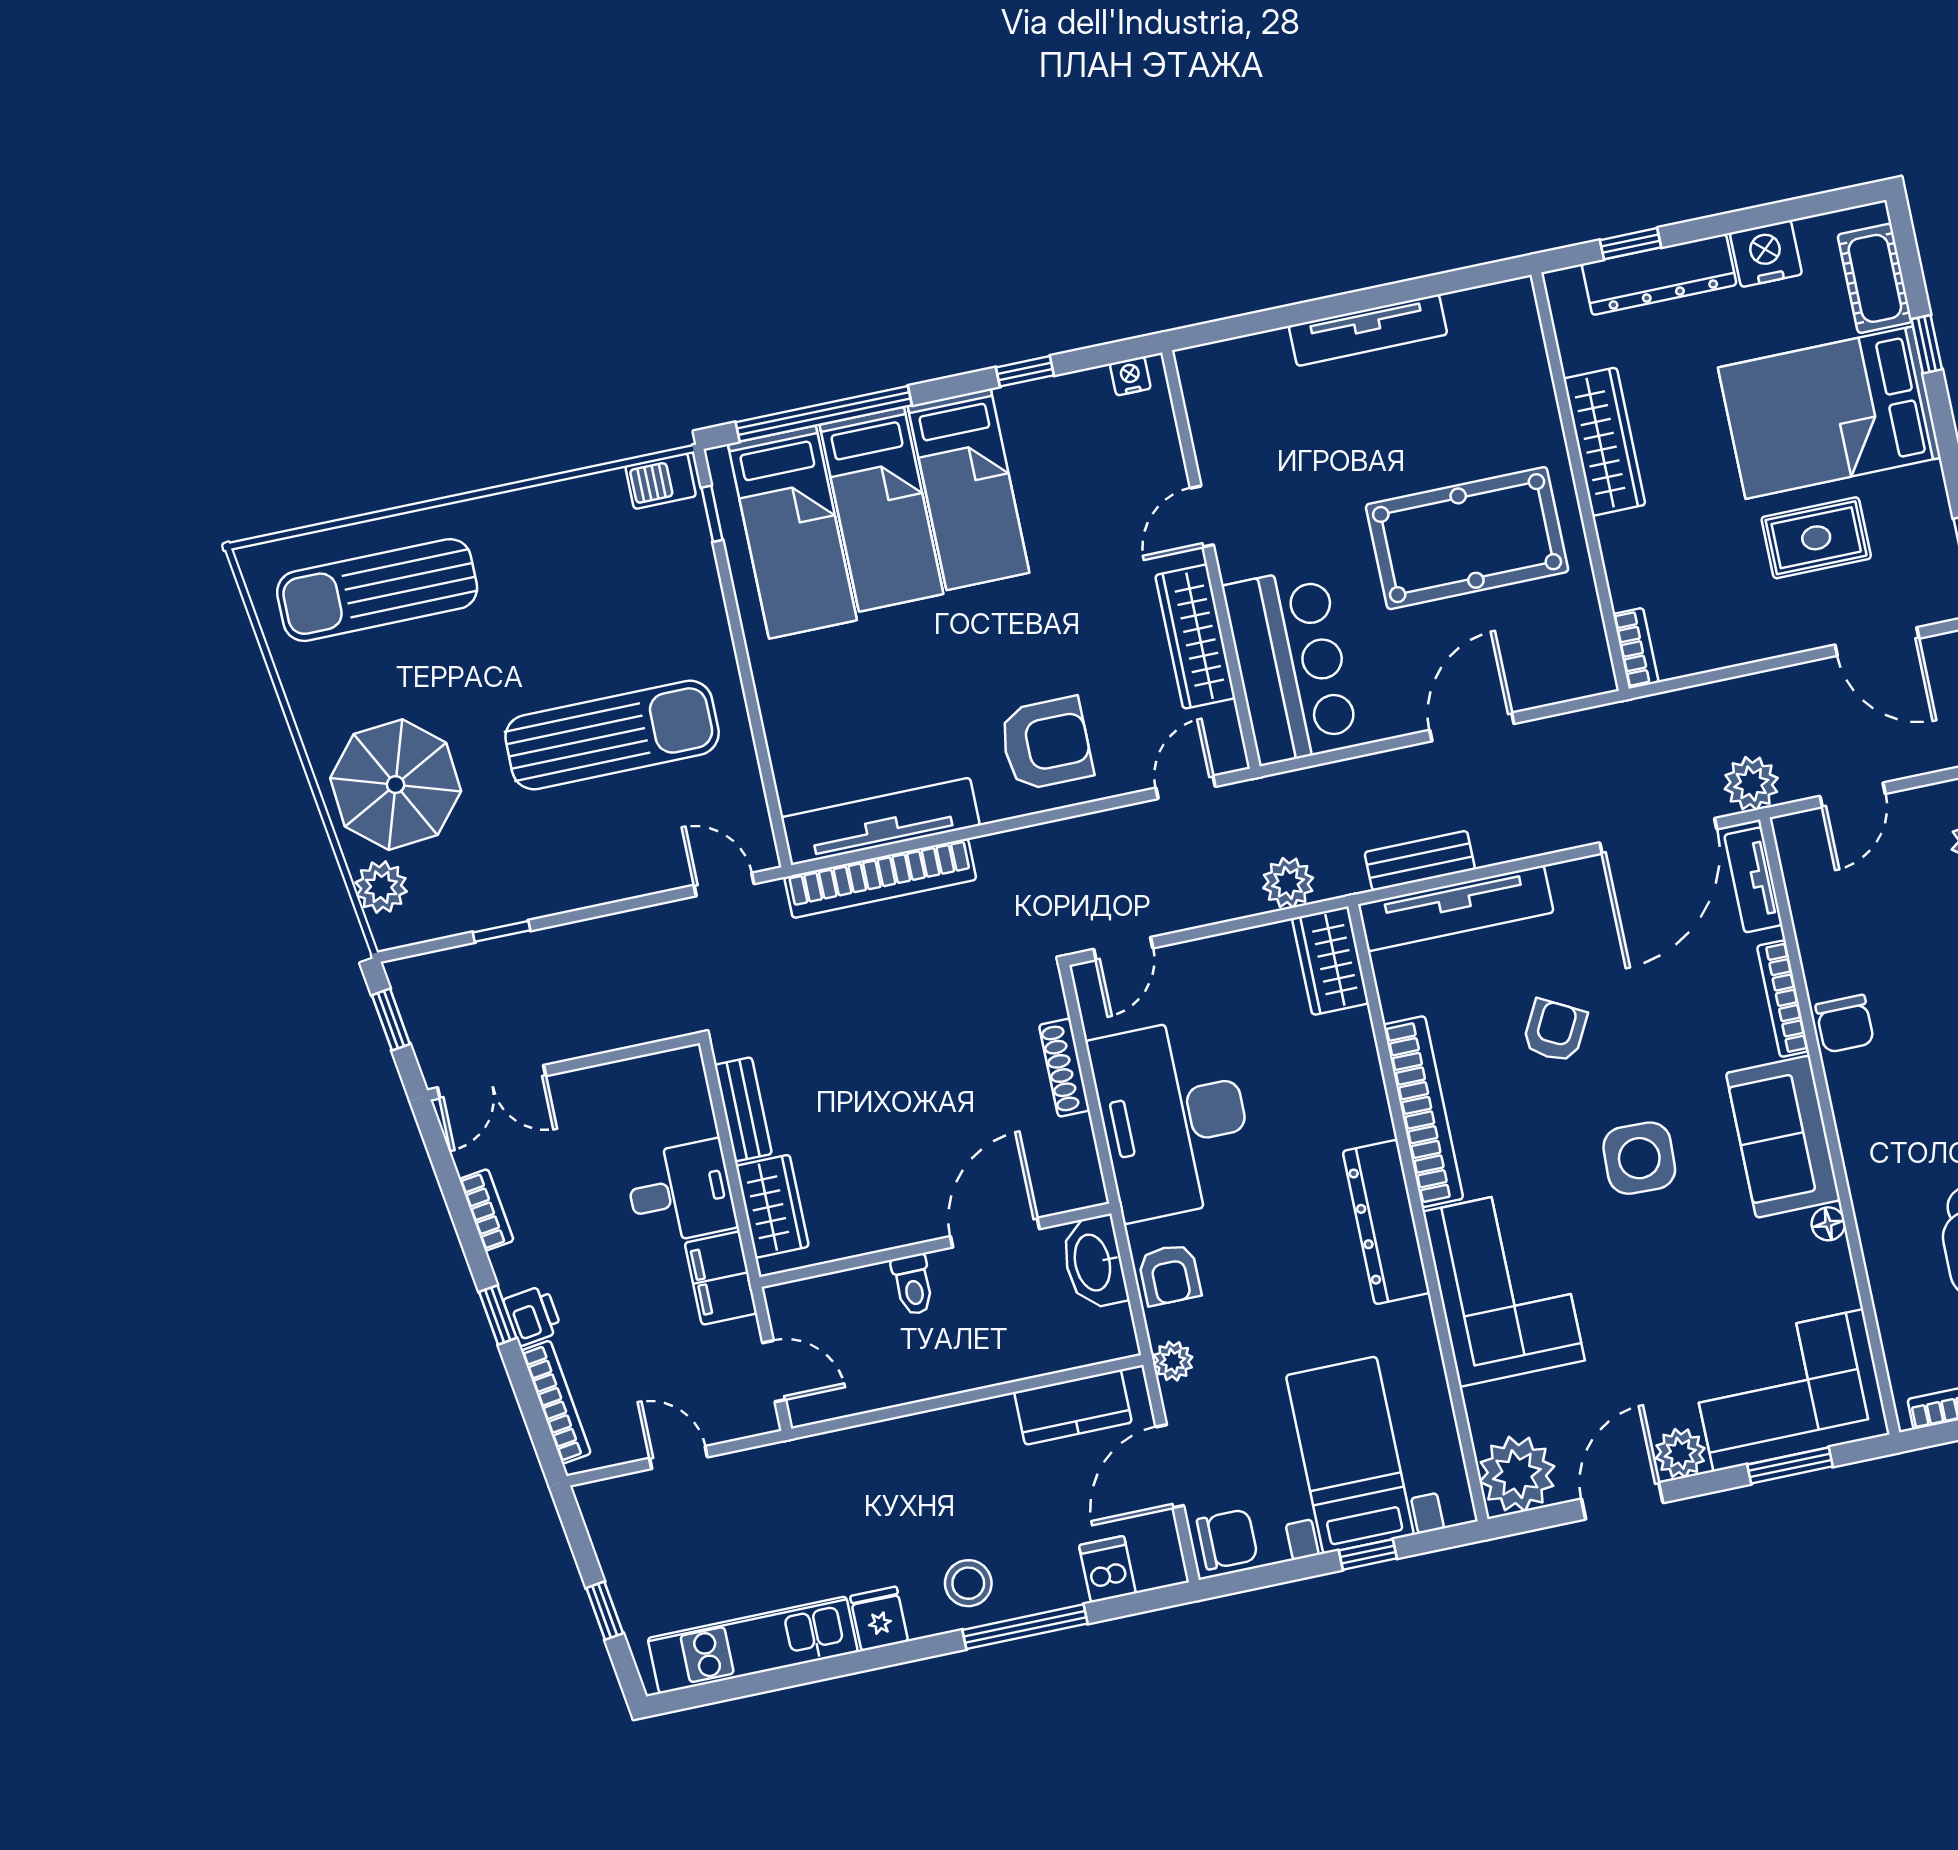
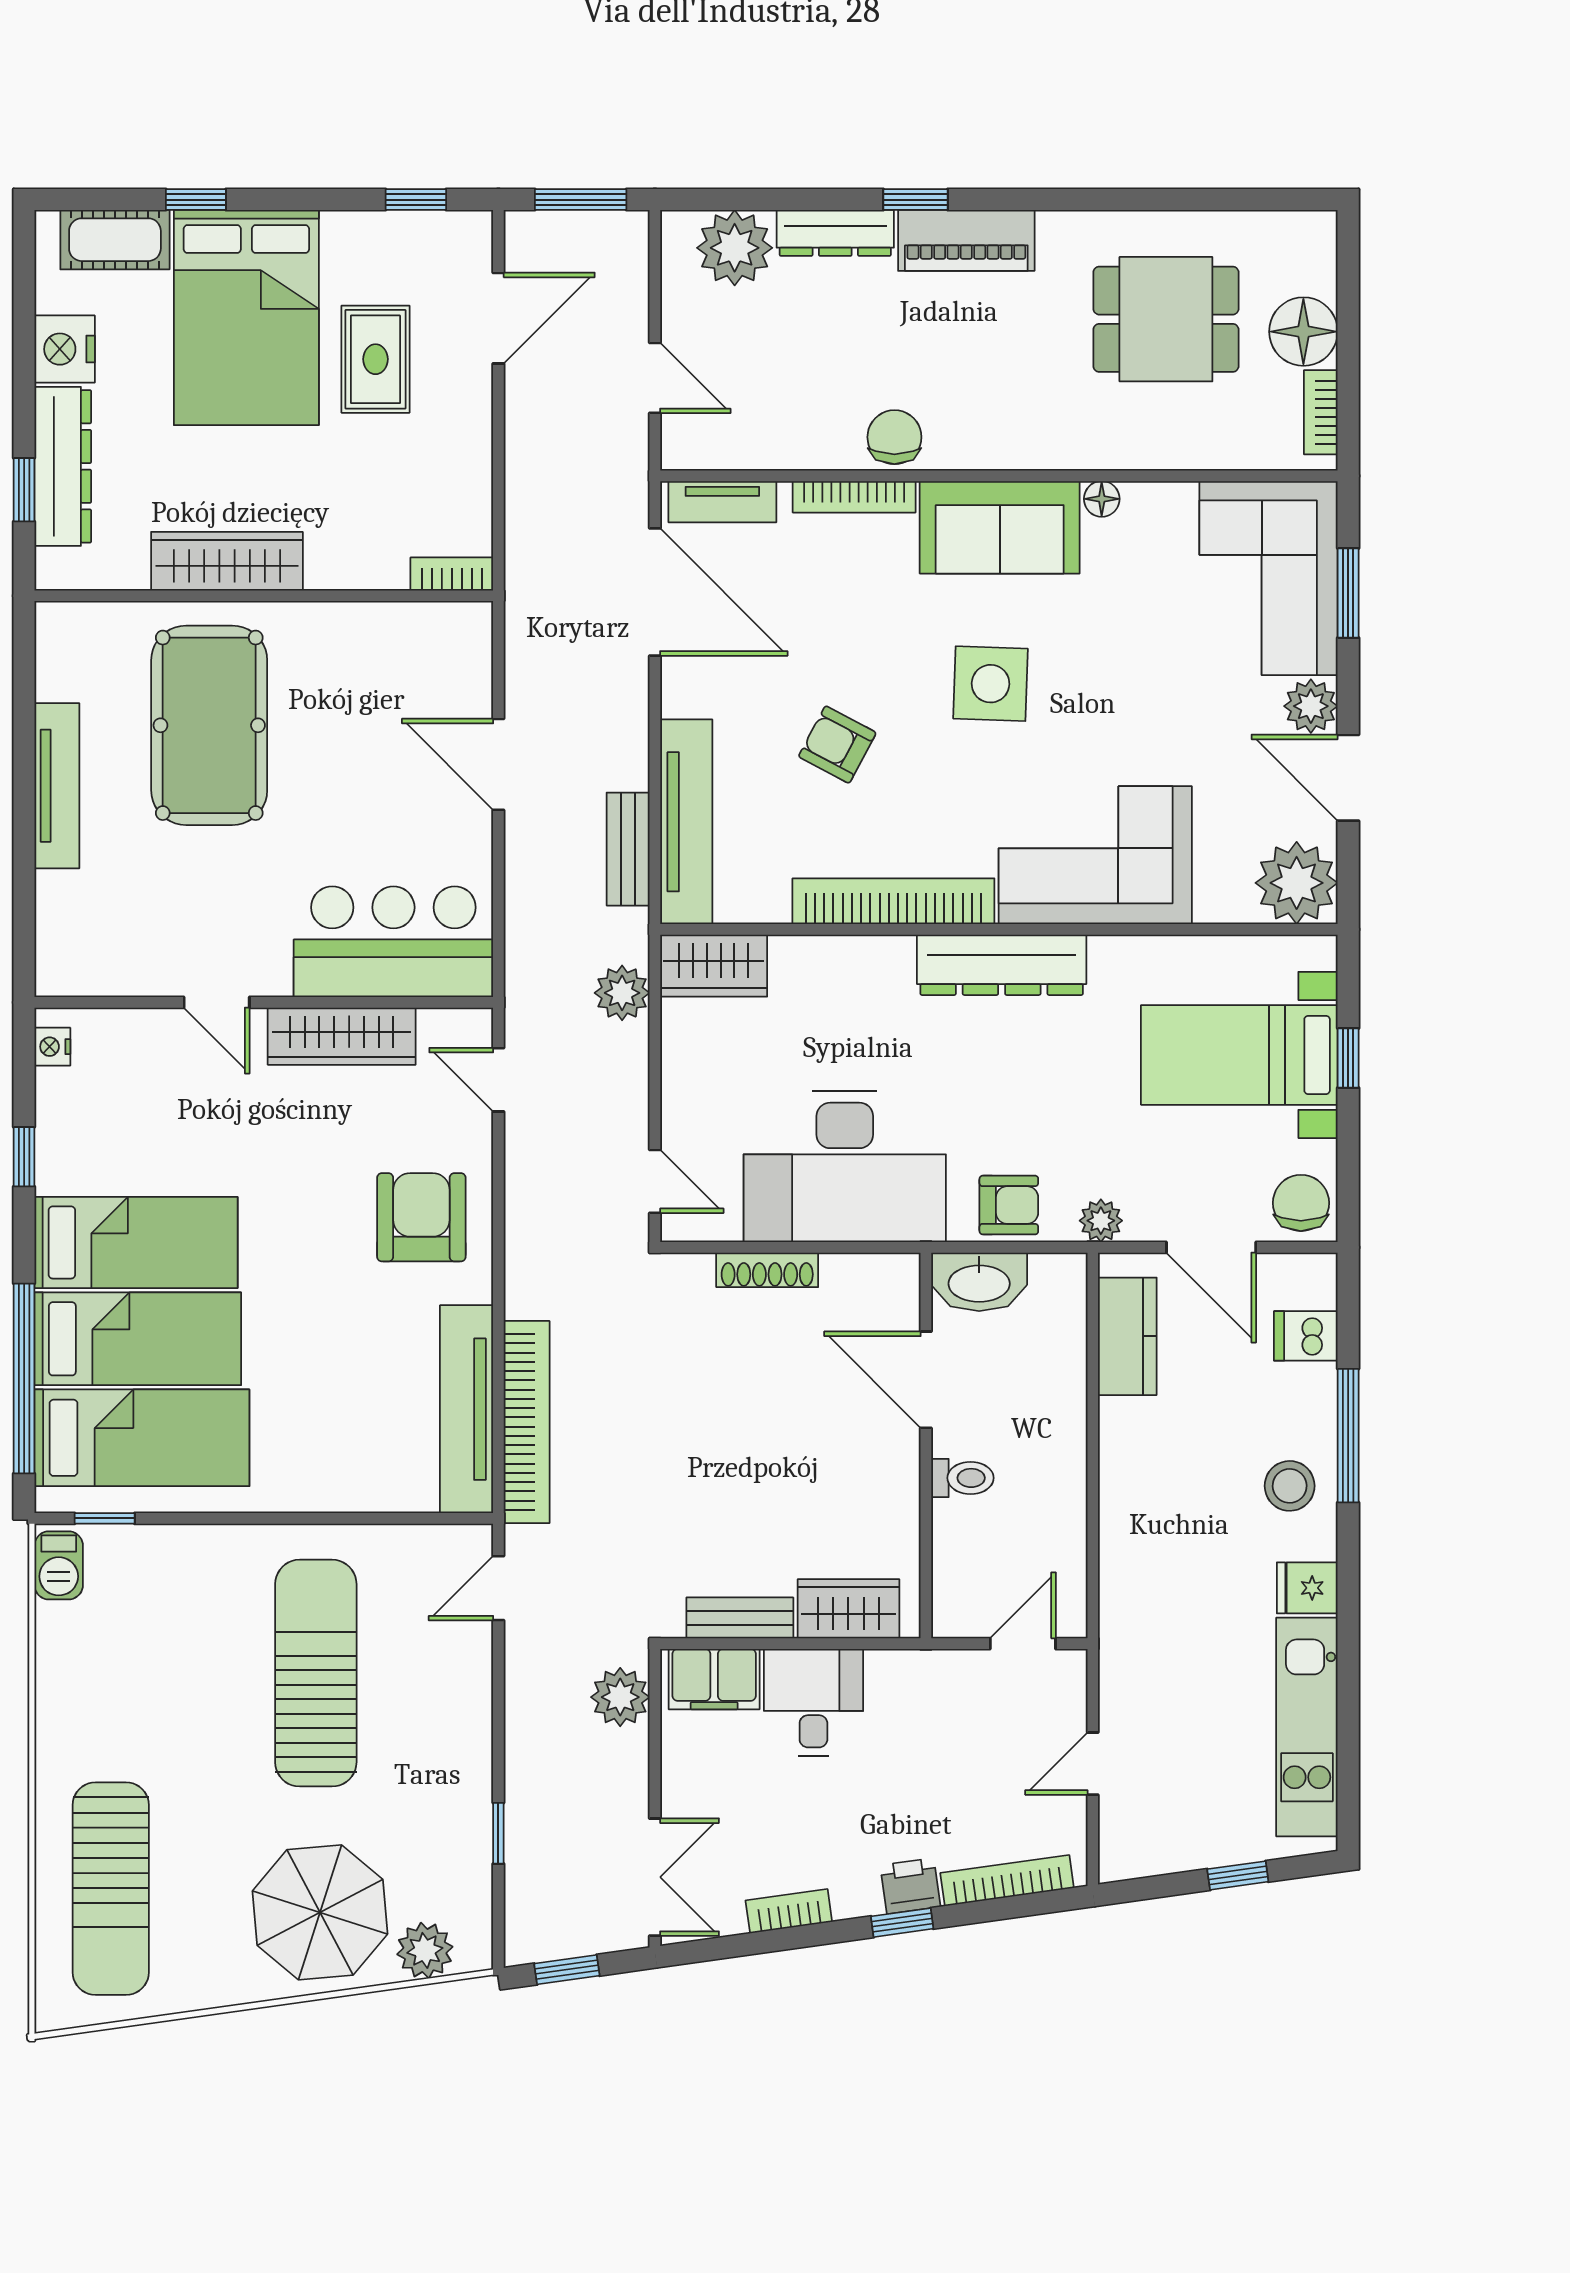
pool table: (1467, 538) -> (209, 725), moved
plant: (1751, 784) -> (620, 1697), moved
chair: (1845, 1024) -> (894, 437), turned -90
filing cabinet: (721, 1278) -> (714, 1679), moved

